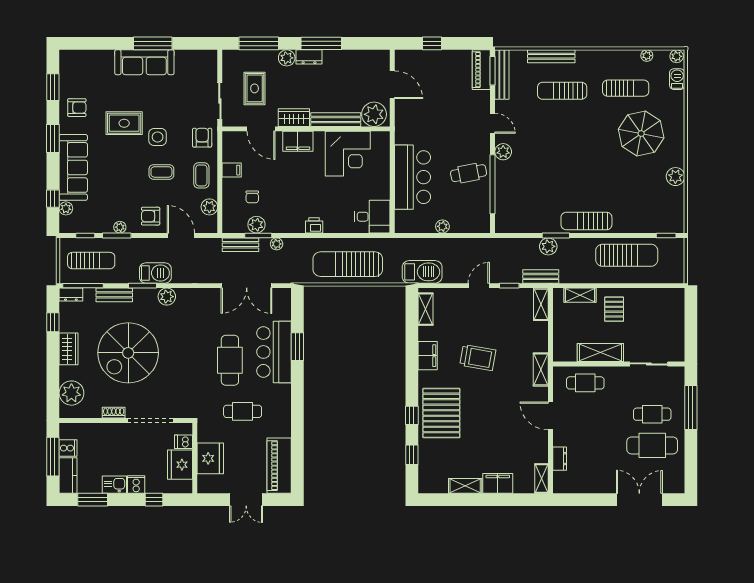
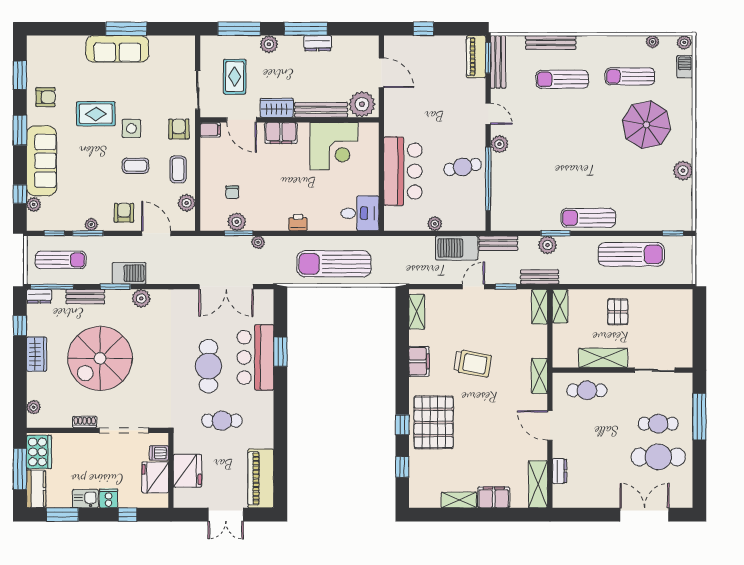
dresser: (309, 57) -> (318, 43), moved
sun lounger: (626, 88) -> (630, 76), turned 180
filing cabinet: (232, 170) -> (210, 130), moved
armchair: (151, 216) -> (124, 213), turned 90
bench: (240, 245) -> (498, 243), moved
barbecue: (422, 272) -> (457, 248), moved, turned 180
shelving: (580, 295) -> (560, 306), moved, turned 90
plant: (71, 393) -> (34, 407), width x0.53, depth x0.53
cooker: (68, 448) -> (39, 452), width x1.87, depth x1.31
shelving: (542, 479) -> (538, 484), width x1.50, depth x1.33

